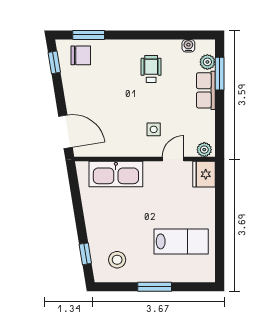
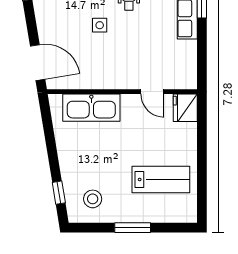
side table: (154, 129) -> (100, 25), moved
plant: (204, 150) -> (186, 82), removed
door: (173, 159) -> (152, 92), swing flipped

